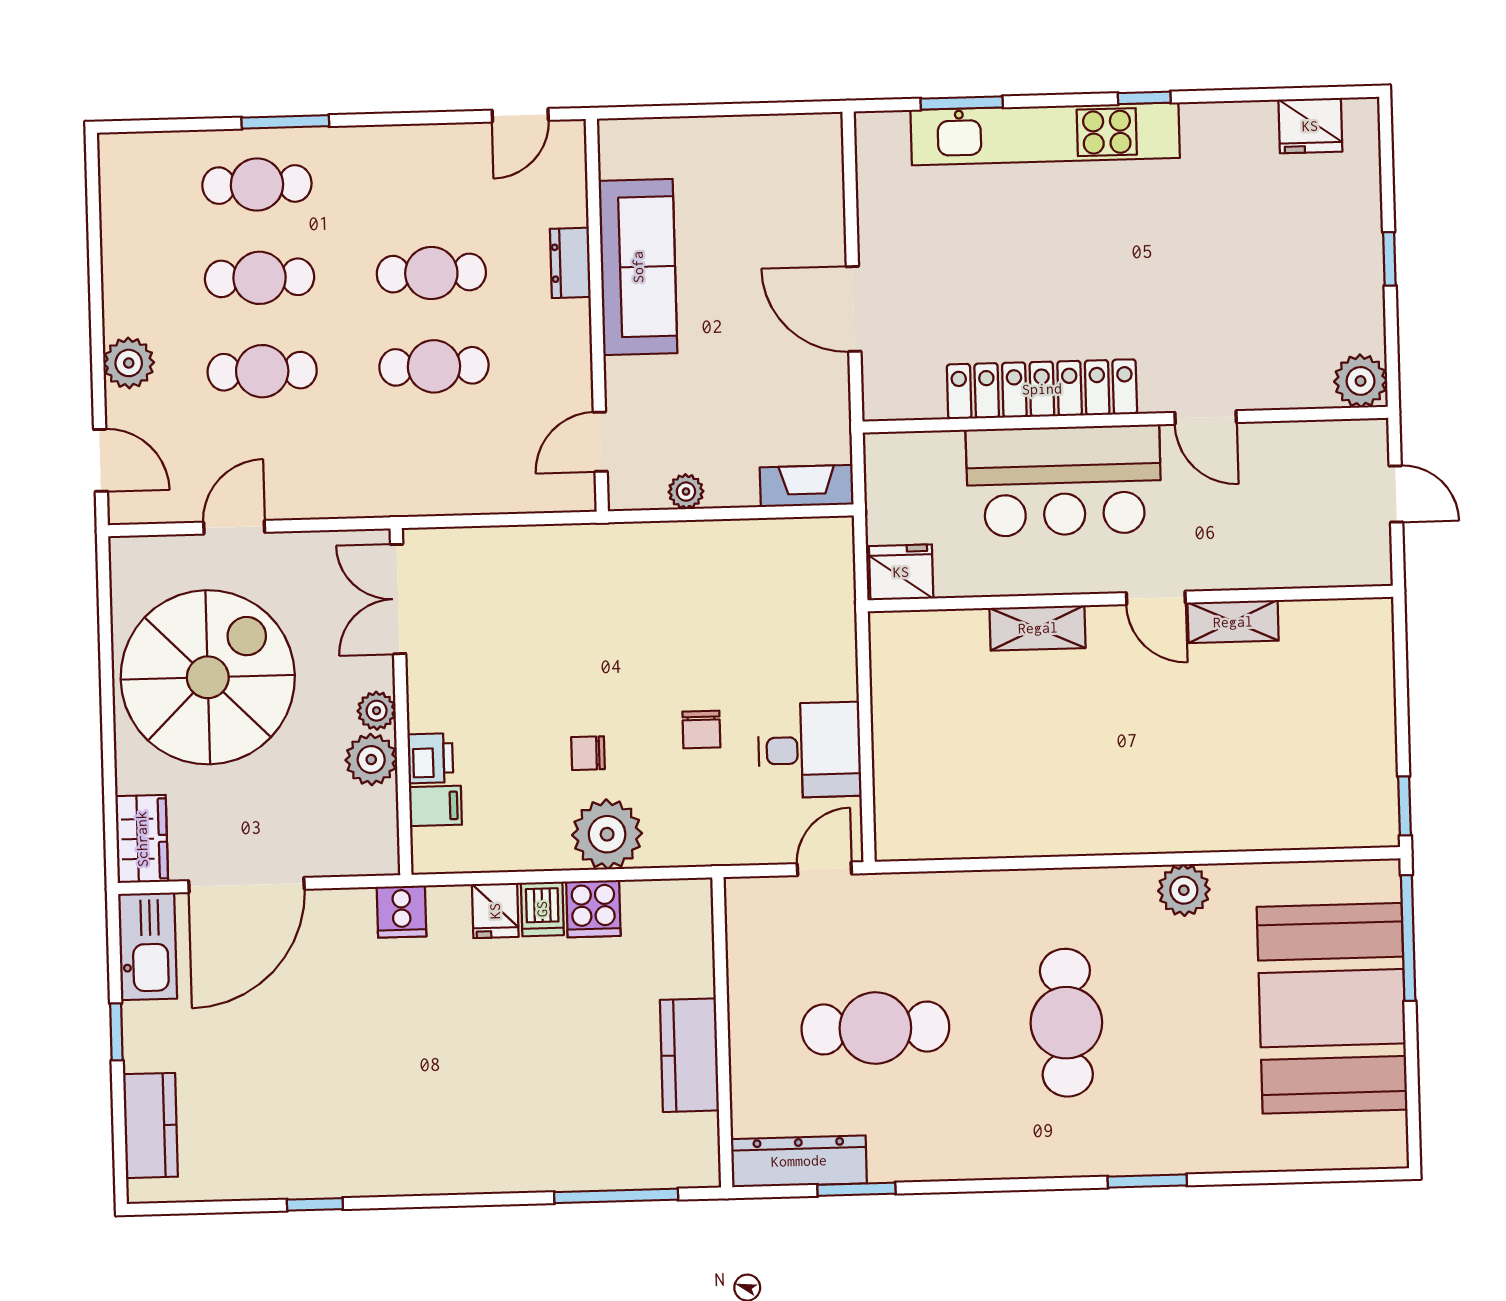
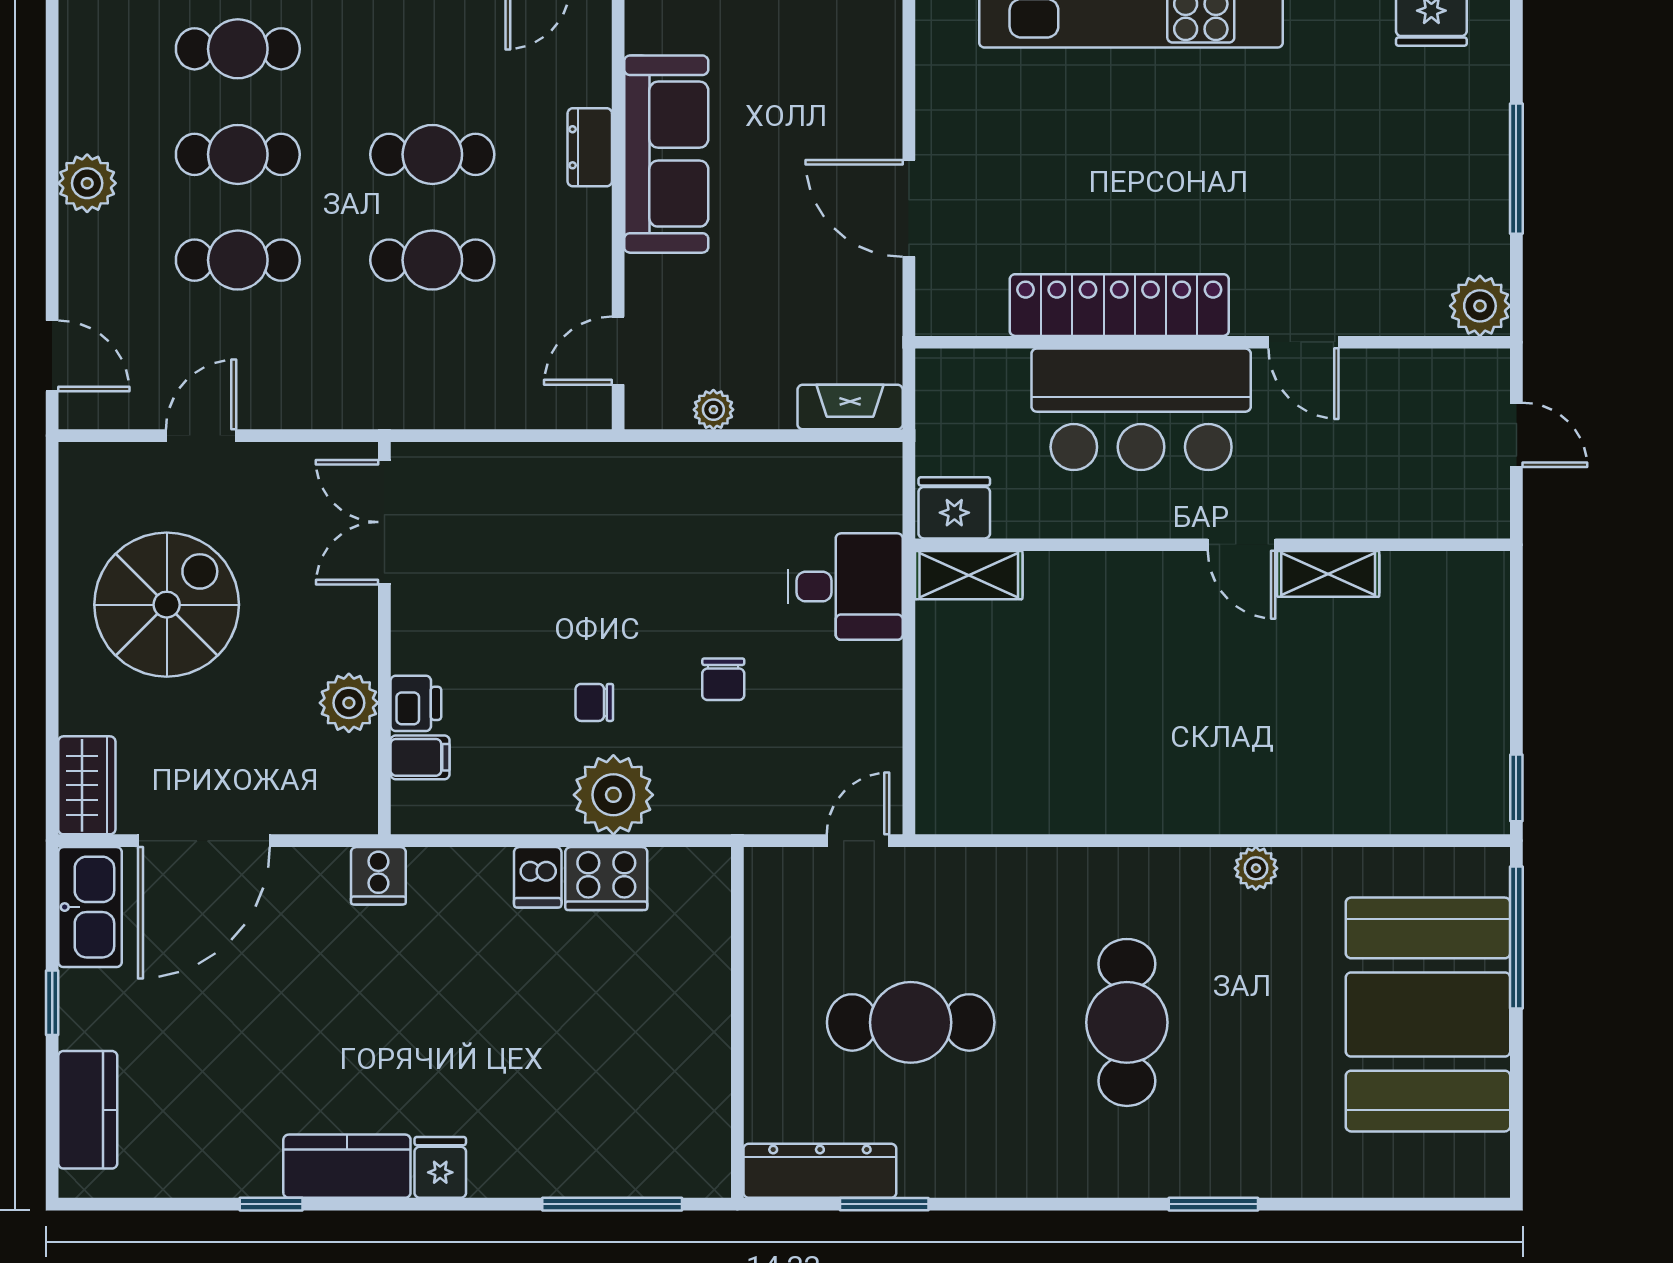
window: (1389, 259) -> (1516, 169), width x2.17
plant: (129, 363) -> (87, 183), moved
shelving: (1038, 628) -> (969, 575), moved
spiral stairs: (208, 677) -> (167, 605), width x0.73, depth x0.73
plant: (377, 711) -> (357, 648), removed
desk: (810, 750) -> (845, 587), moved
plant: (1184, 890) -> (1256, 868), width x0.73, depth x0.73
cooker: (593, 909) -> (606, 879), width x1.36
fridge: (495, 911) -> (440, 1167), moved, turned 180
kitchen counter: (689, 1055) -> (347, 1166), moved, turned 90

